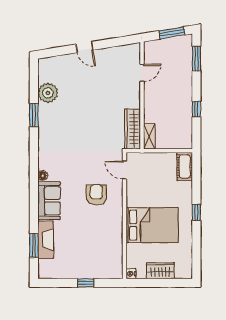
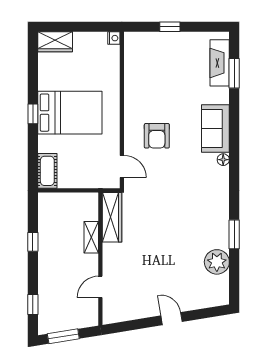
window: (196, 59) -> (33, 304), width x0.67
shelving: (149, 136) -> (91, 237), moved
bed: (152, 225) -> (70, 113), moved, turned 180
fireplace: (46, 240) -> (220, 63), moved
wardrobe: (160, 271) -> (55, 42), moved

